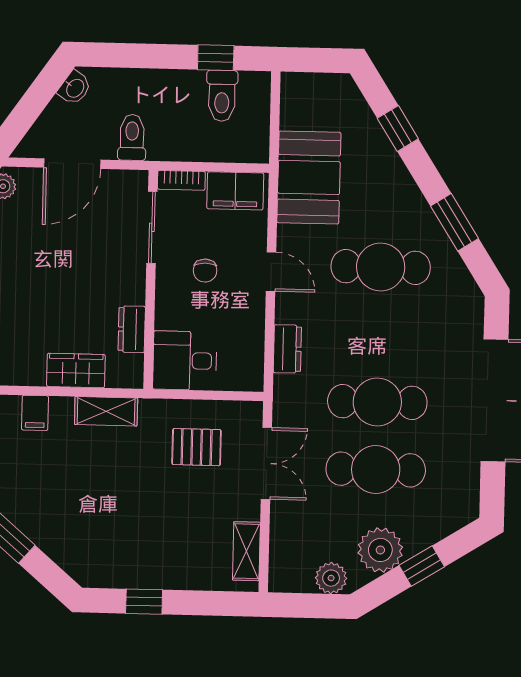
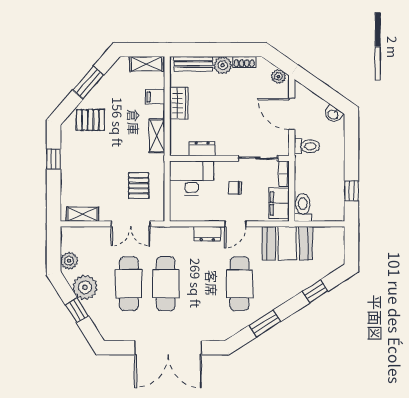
toilet: (222, 96) -> (303, 207), moved, turned 90
dresser: (287, 349) -> (207, 234), moved
desk: (185, 361) -> (192, 178), width x1.37
wardrobe: (76, 370) -> (179, 103), moved
pallet: (74, 532) -> (90, 120), added

